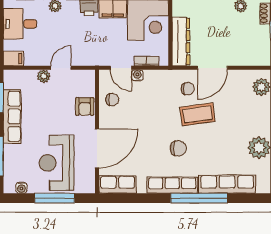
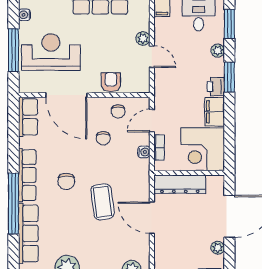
water cooler: (137, 75) -> (144, 152), moved
chair: (188, 89) -> (103, 138), moved
armchair: (85, 106) -> (111, 82), turned 90

